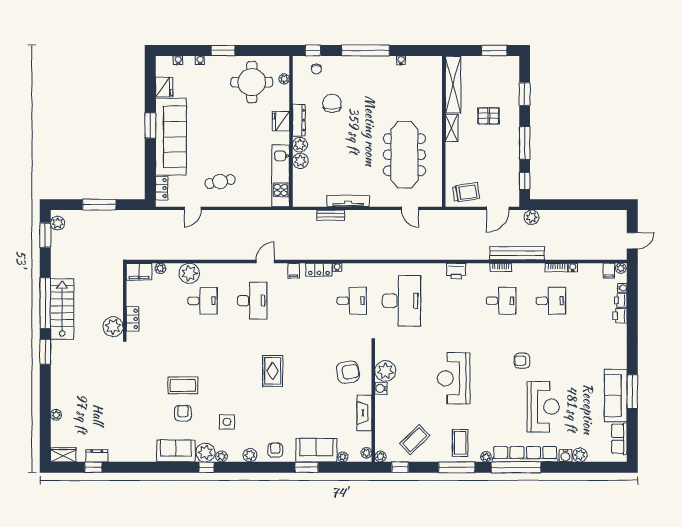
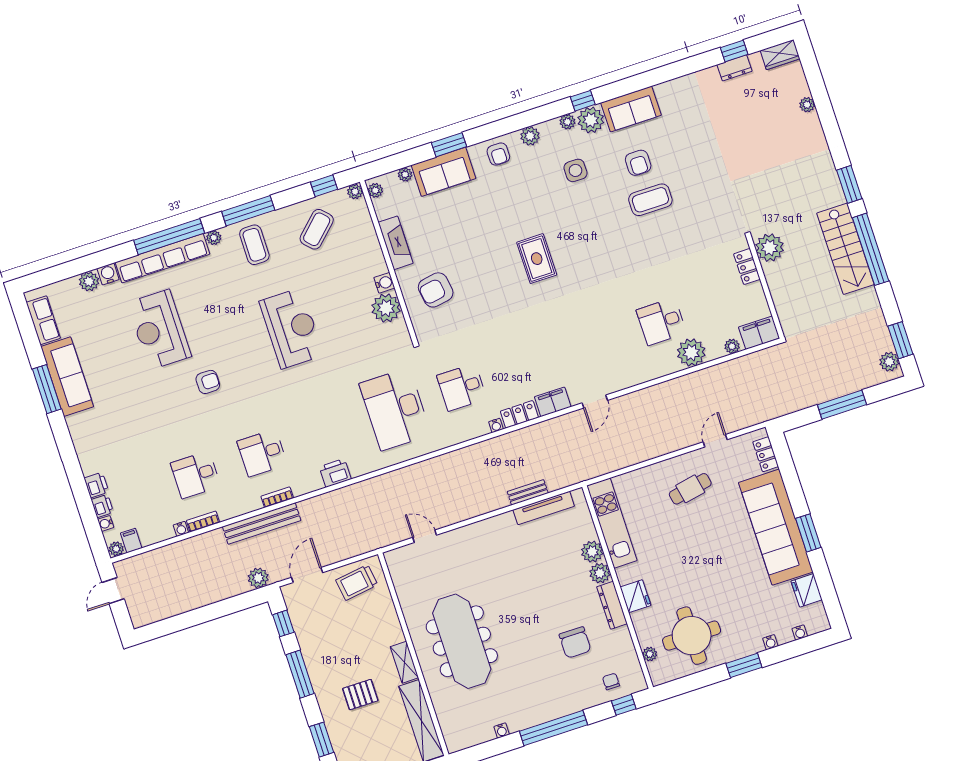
meeting table: (404, 155) -> (462, 641), moved
tv unit: (348, 201) -> (544, 508), moved
filing cabinet: (294, 271) -> (553, 402), width x2.00
desk: (252, 301) -> (595, 343), removed

